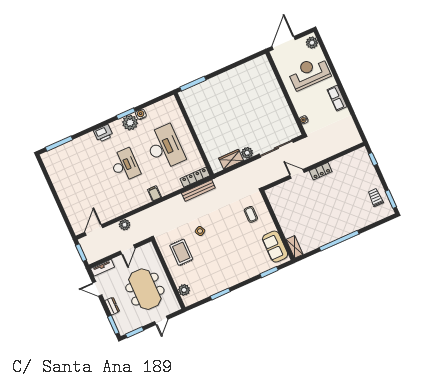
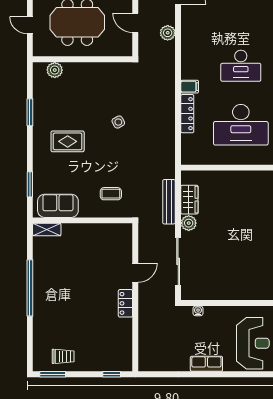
locker: (195, 177) -> (187, 114), moved
bench: (198, 191) -> (169, 202), moved
rug: (181, 252) -> (68, 141), moved

